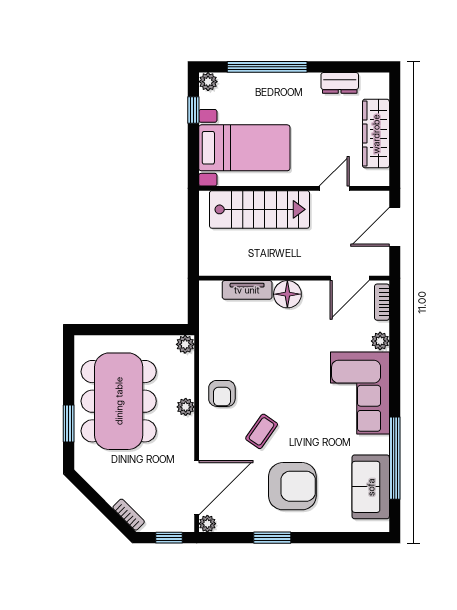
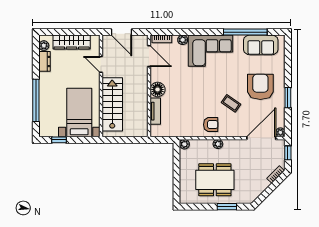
plant: (208, 82) -> (44, 46), moved
dining table: (119, 401) -> (215, 180), width x0.73, depth x0.80
door: (197, 488) -> (261, 138), hinge flipped

